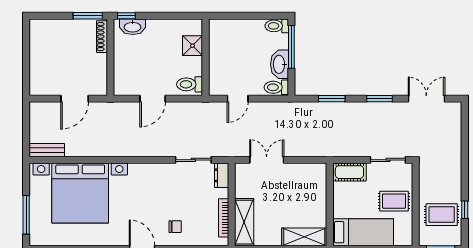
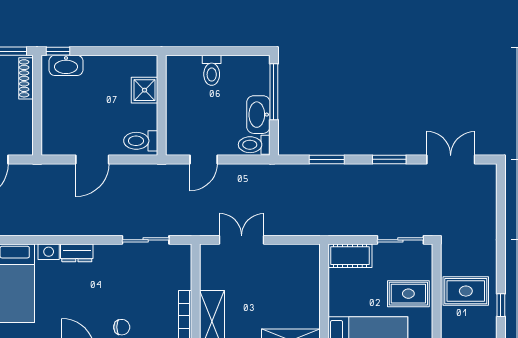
toilet: (277, 26) -> (212, 70), moved, turned -90
dresser: (222, 175) -> (77, 253), moved, turned -90
rug: (442, 215) -> (466, 291), moved

